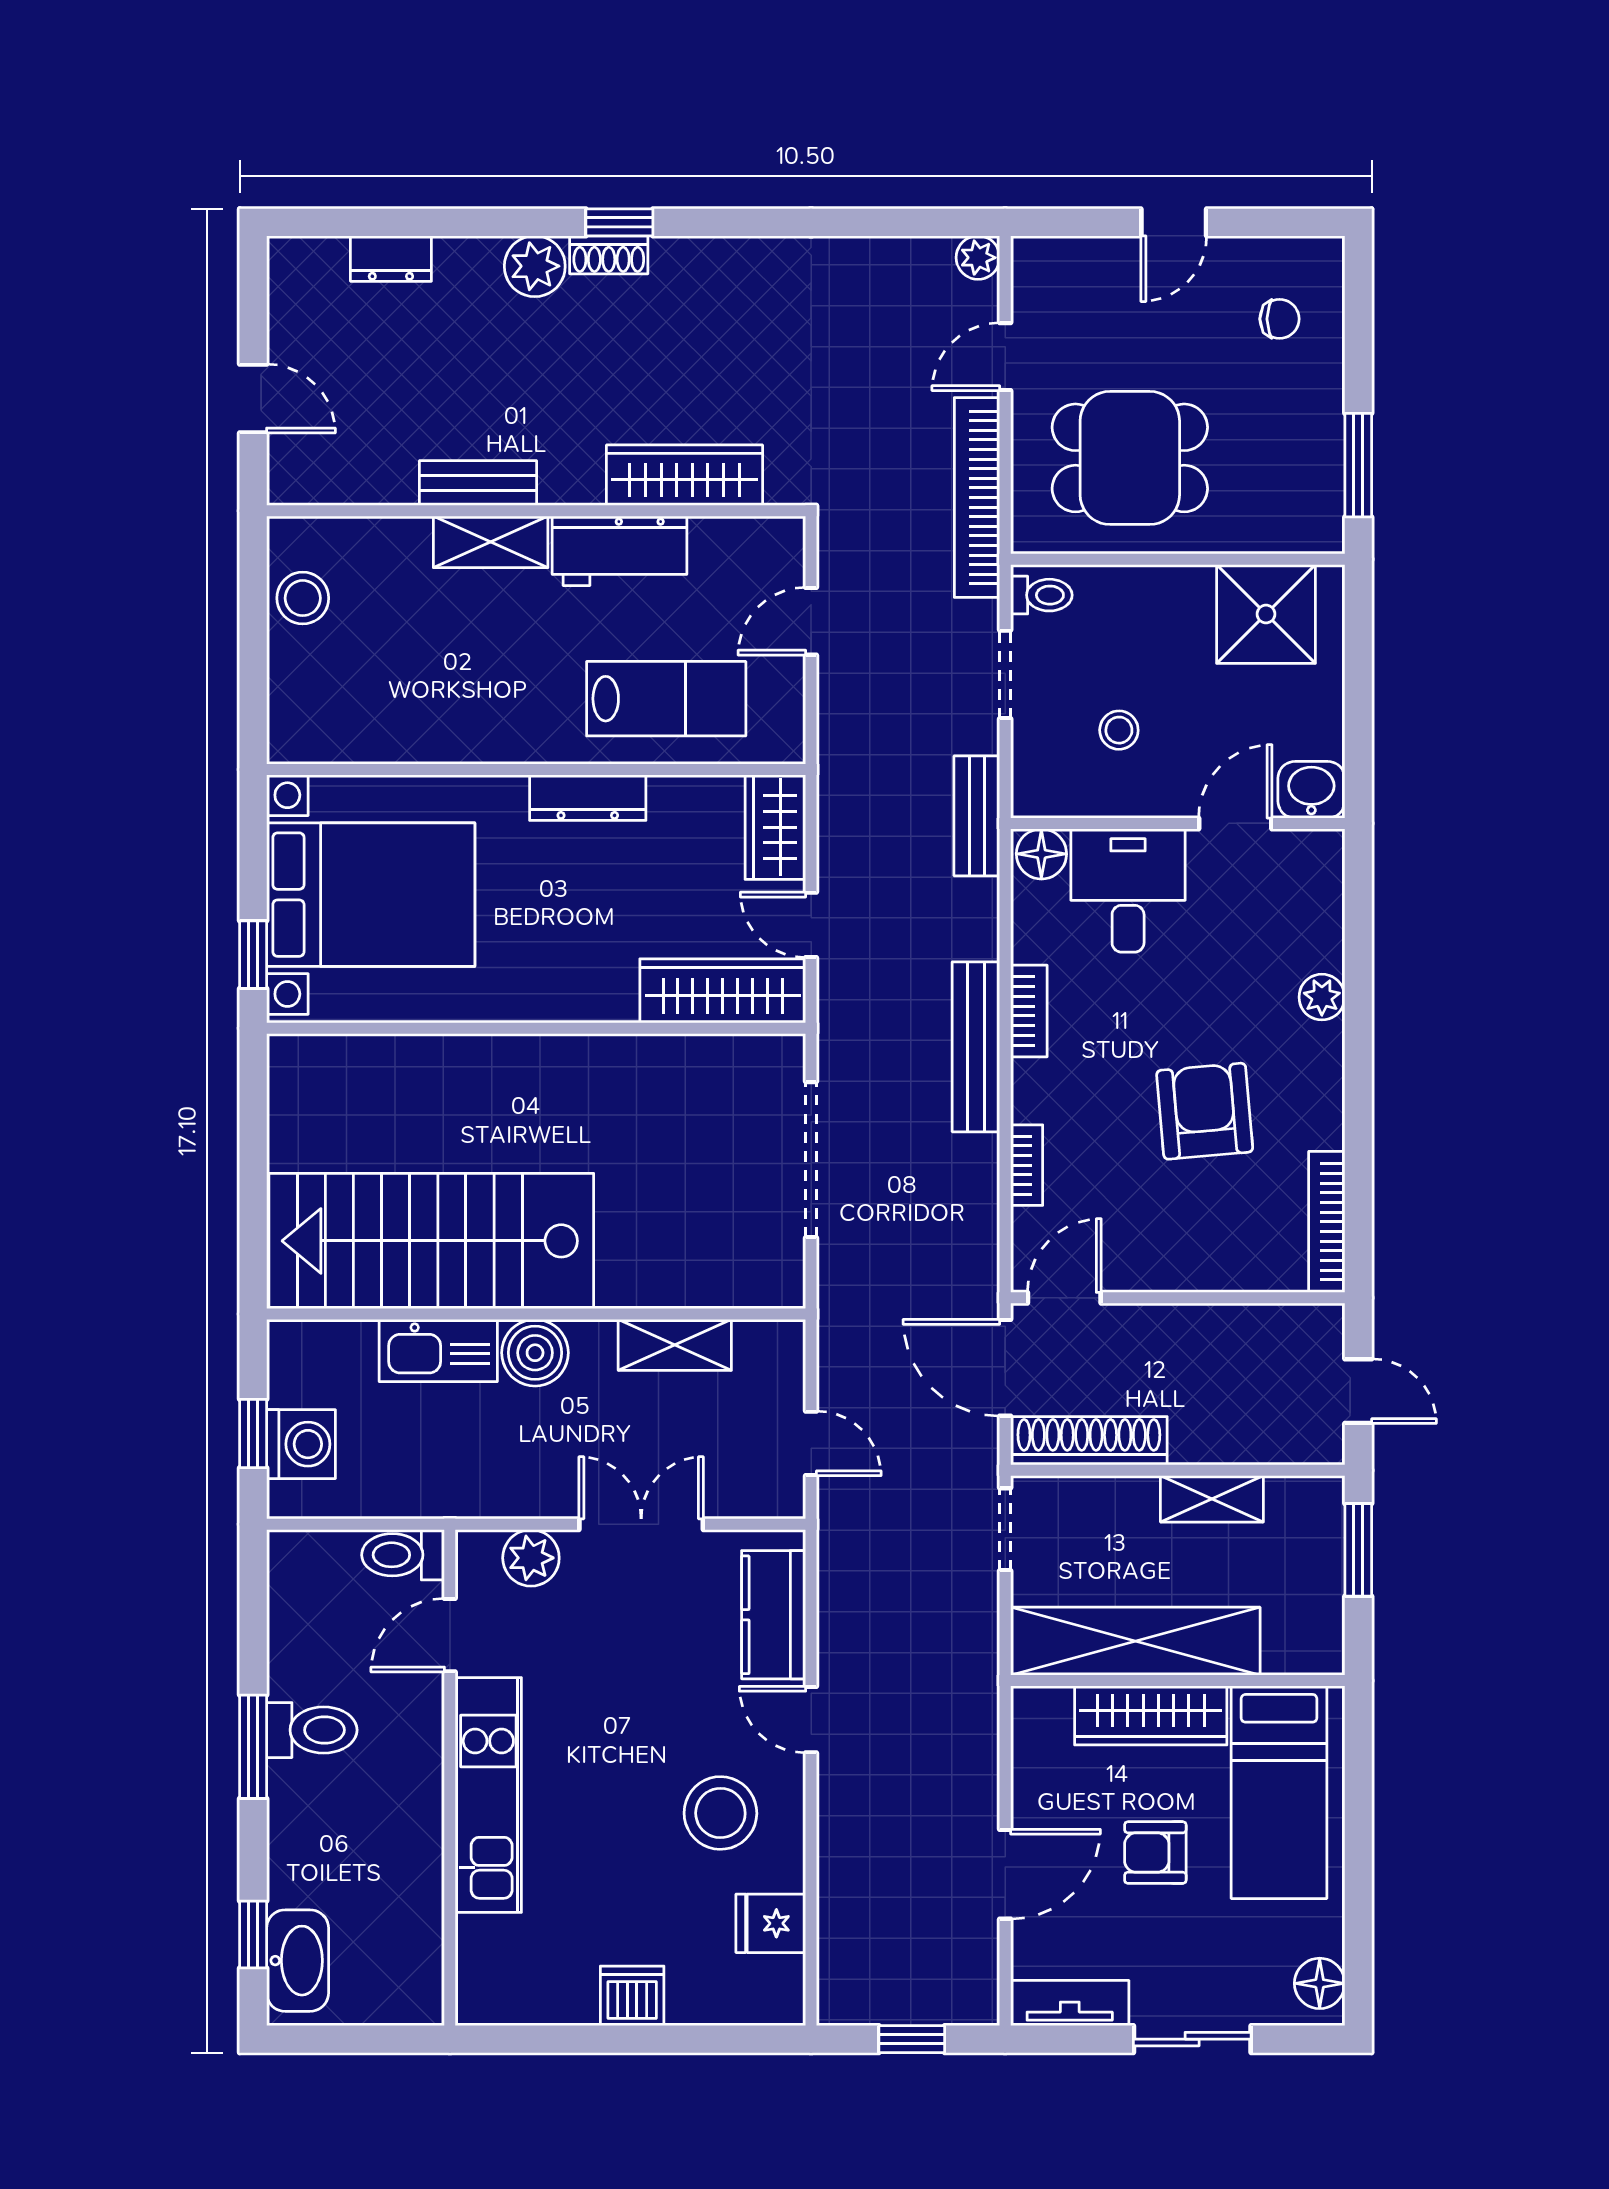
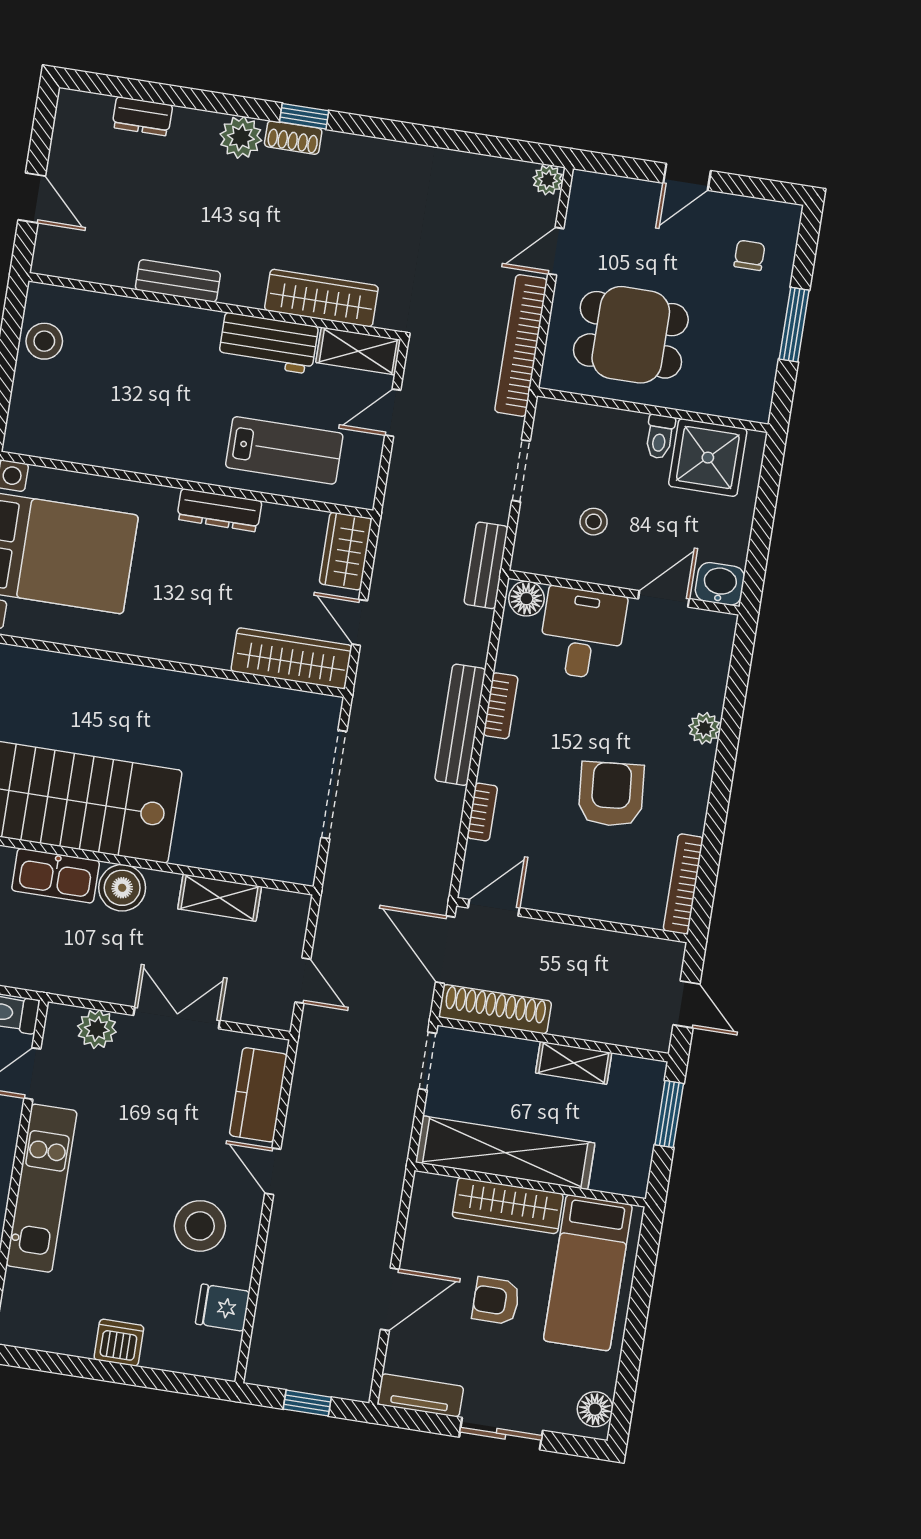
chair: (1279, 319) -> (749, 255), turned -90
window: (1358, 465) -> (794, 325), moved
shelving: (491, 542) -> (358, 351), moved
toilet: (1041, 595) -> (660, 437), moved, turned 90

